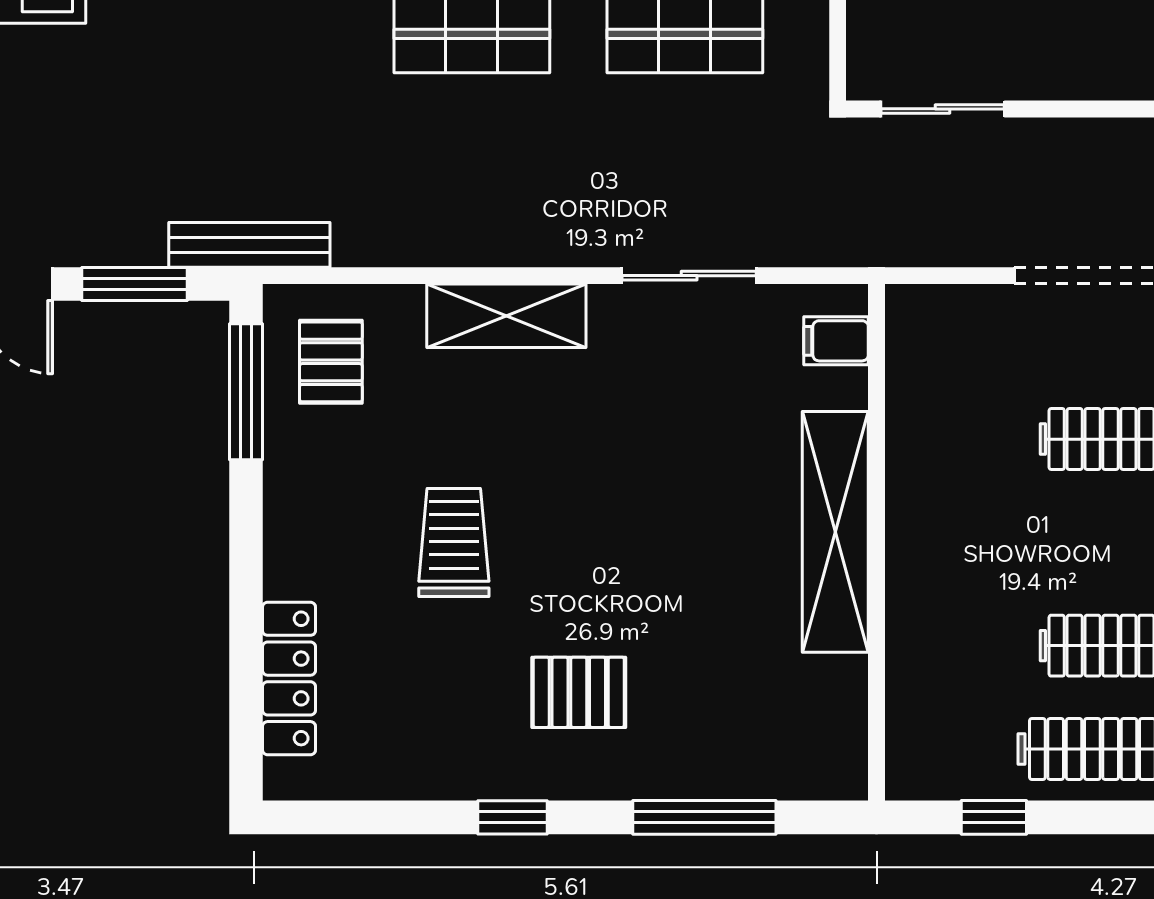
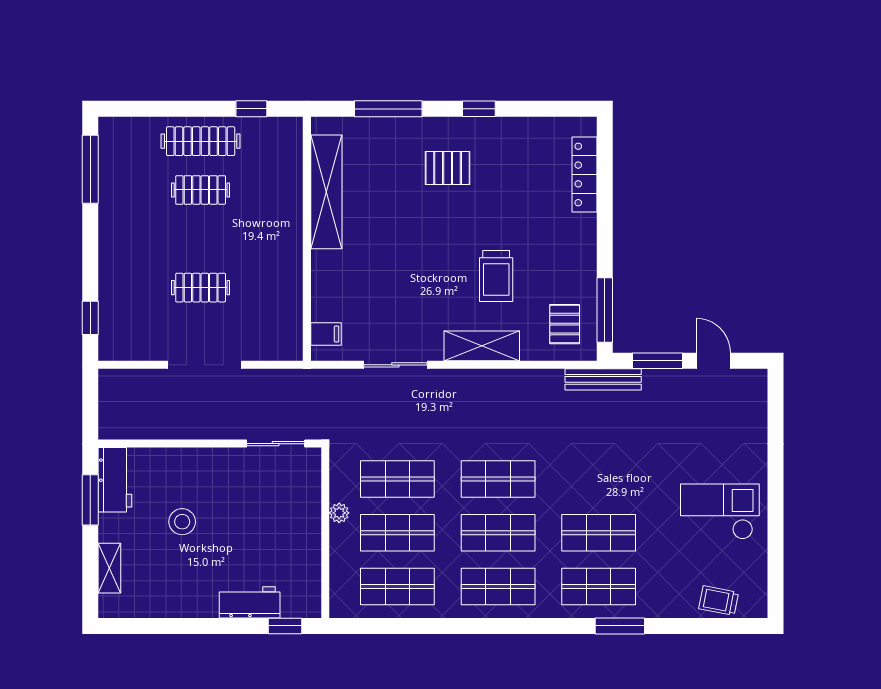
shelving: (835, 532) -> (326, 192), moved
trolley: (454, 542) -> (496, 276), moved

